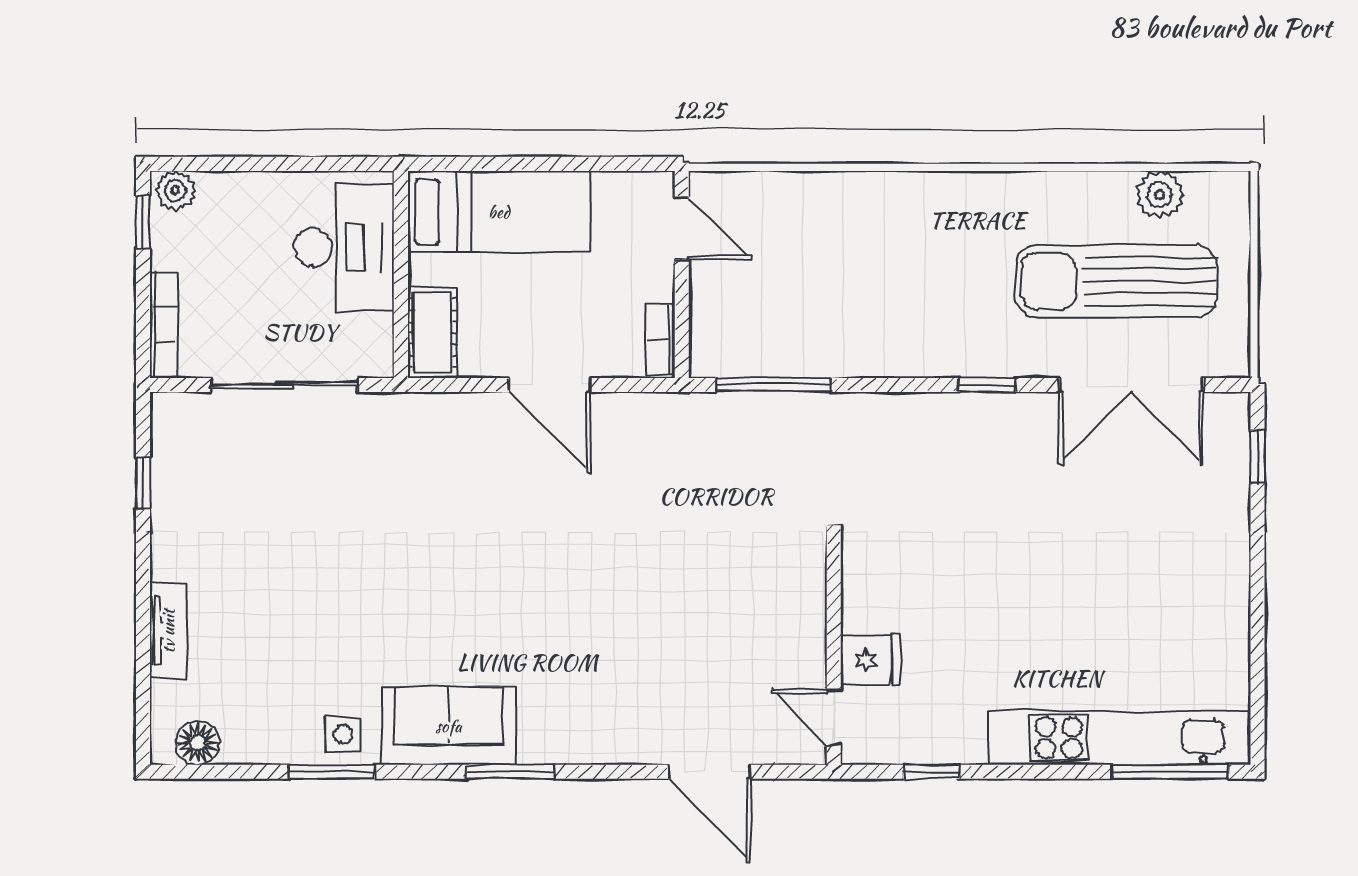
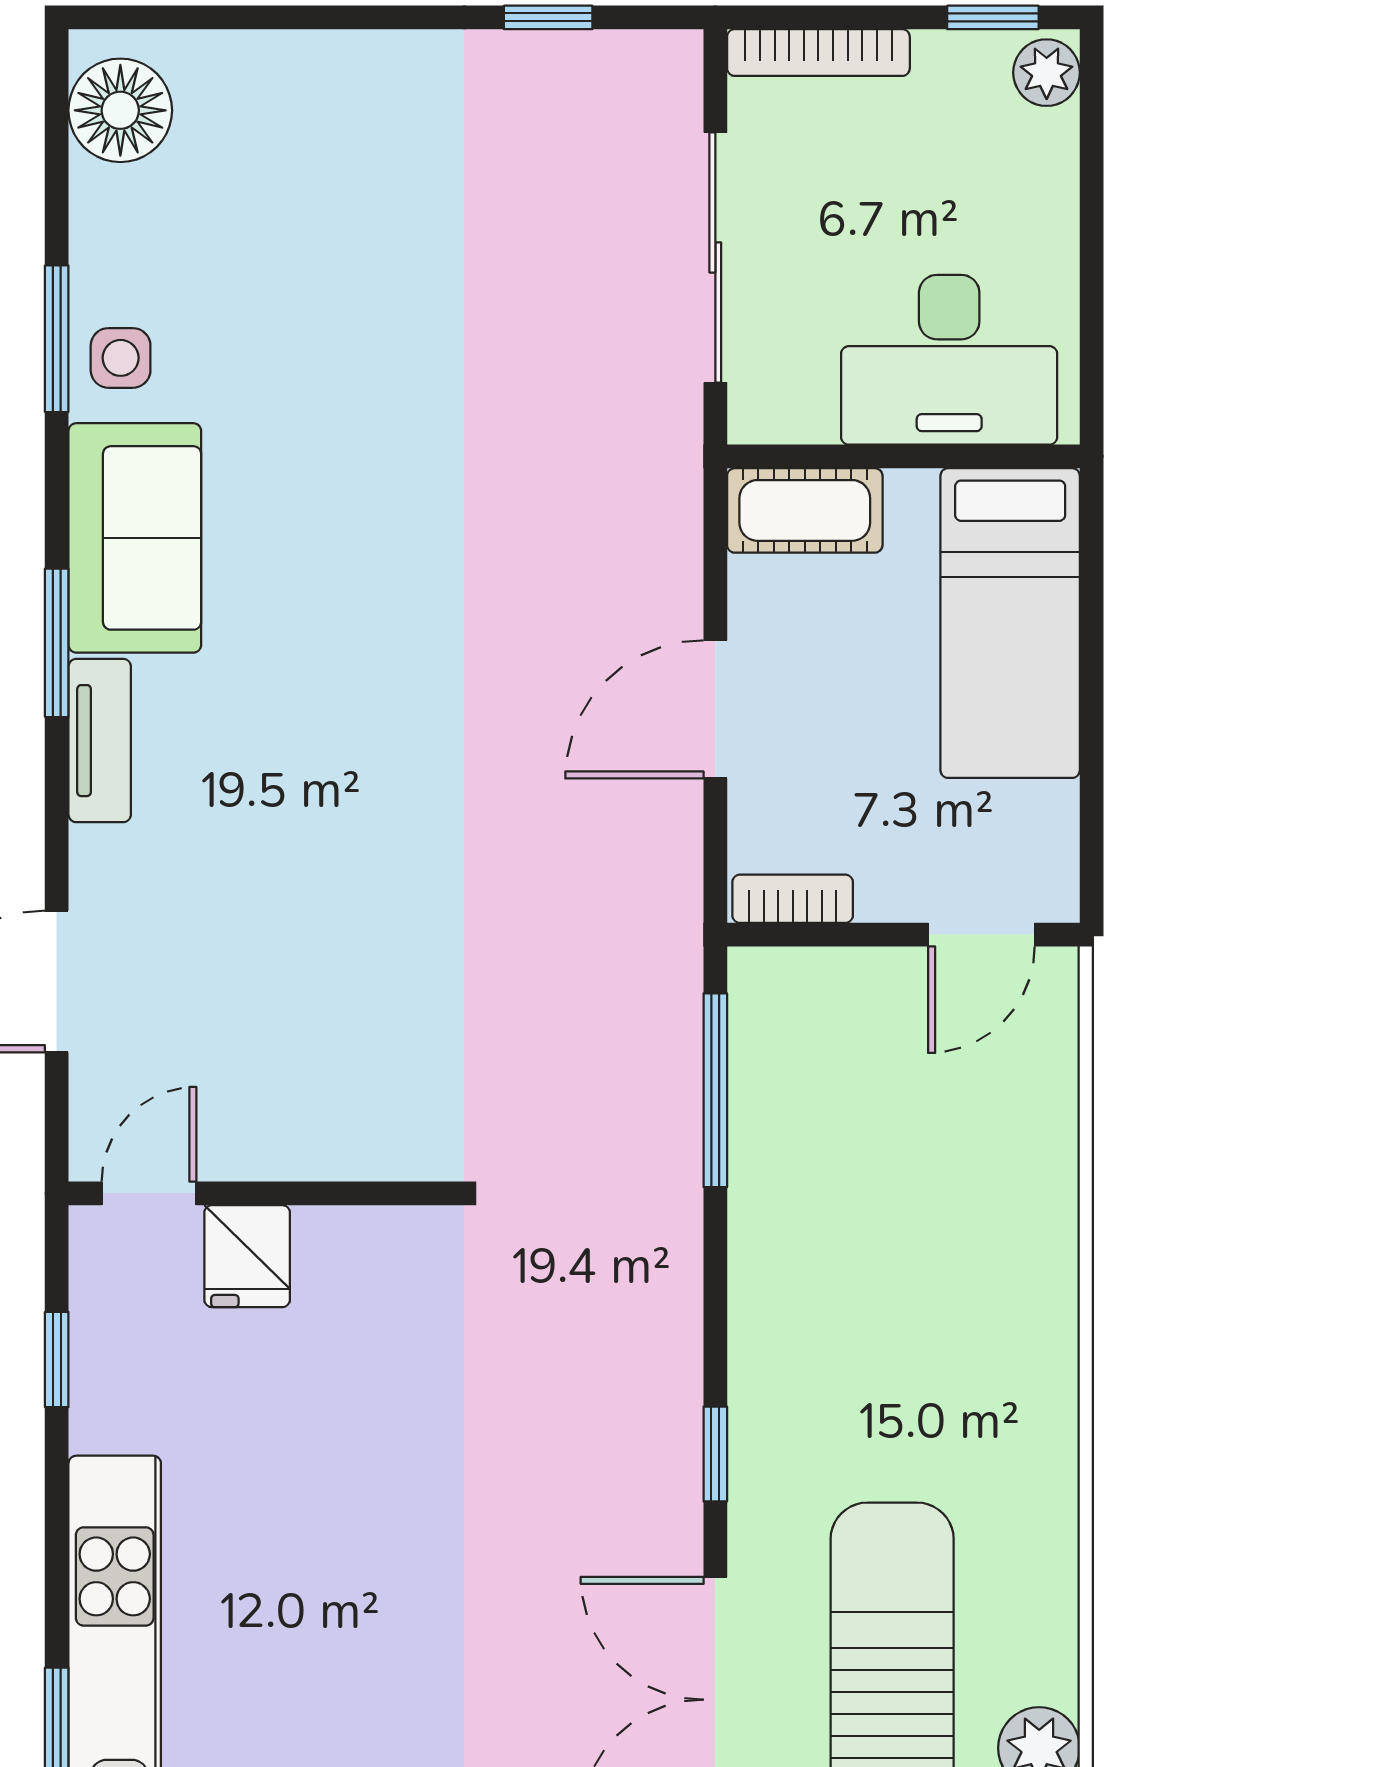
tv unit: (168, 631) -> (100, 741), moved, turned -90
floor lamp: (198, 743) -> (120, 110), width x1.38, depth x1.38

